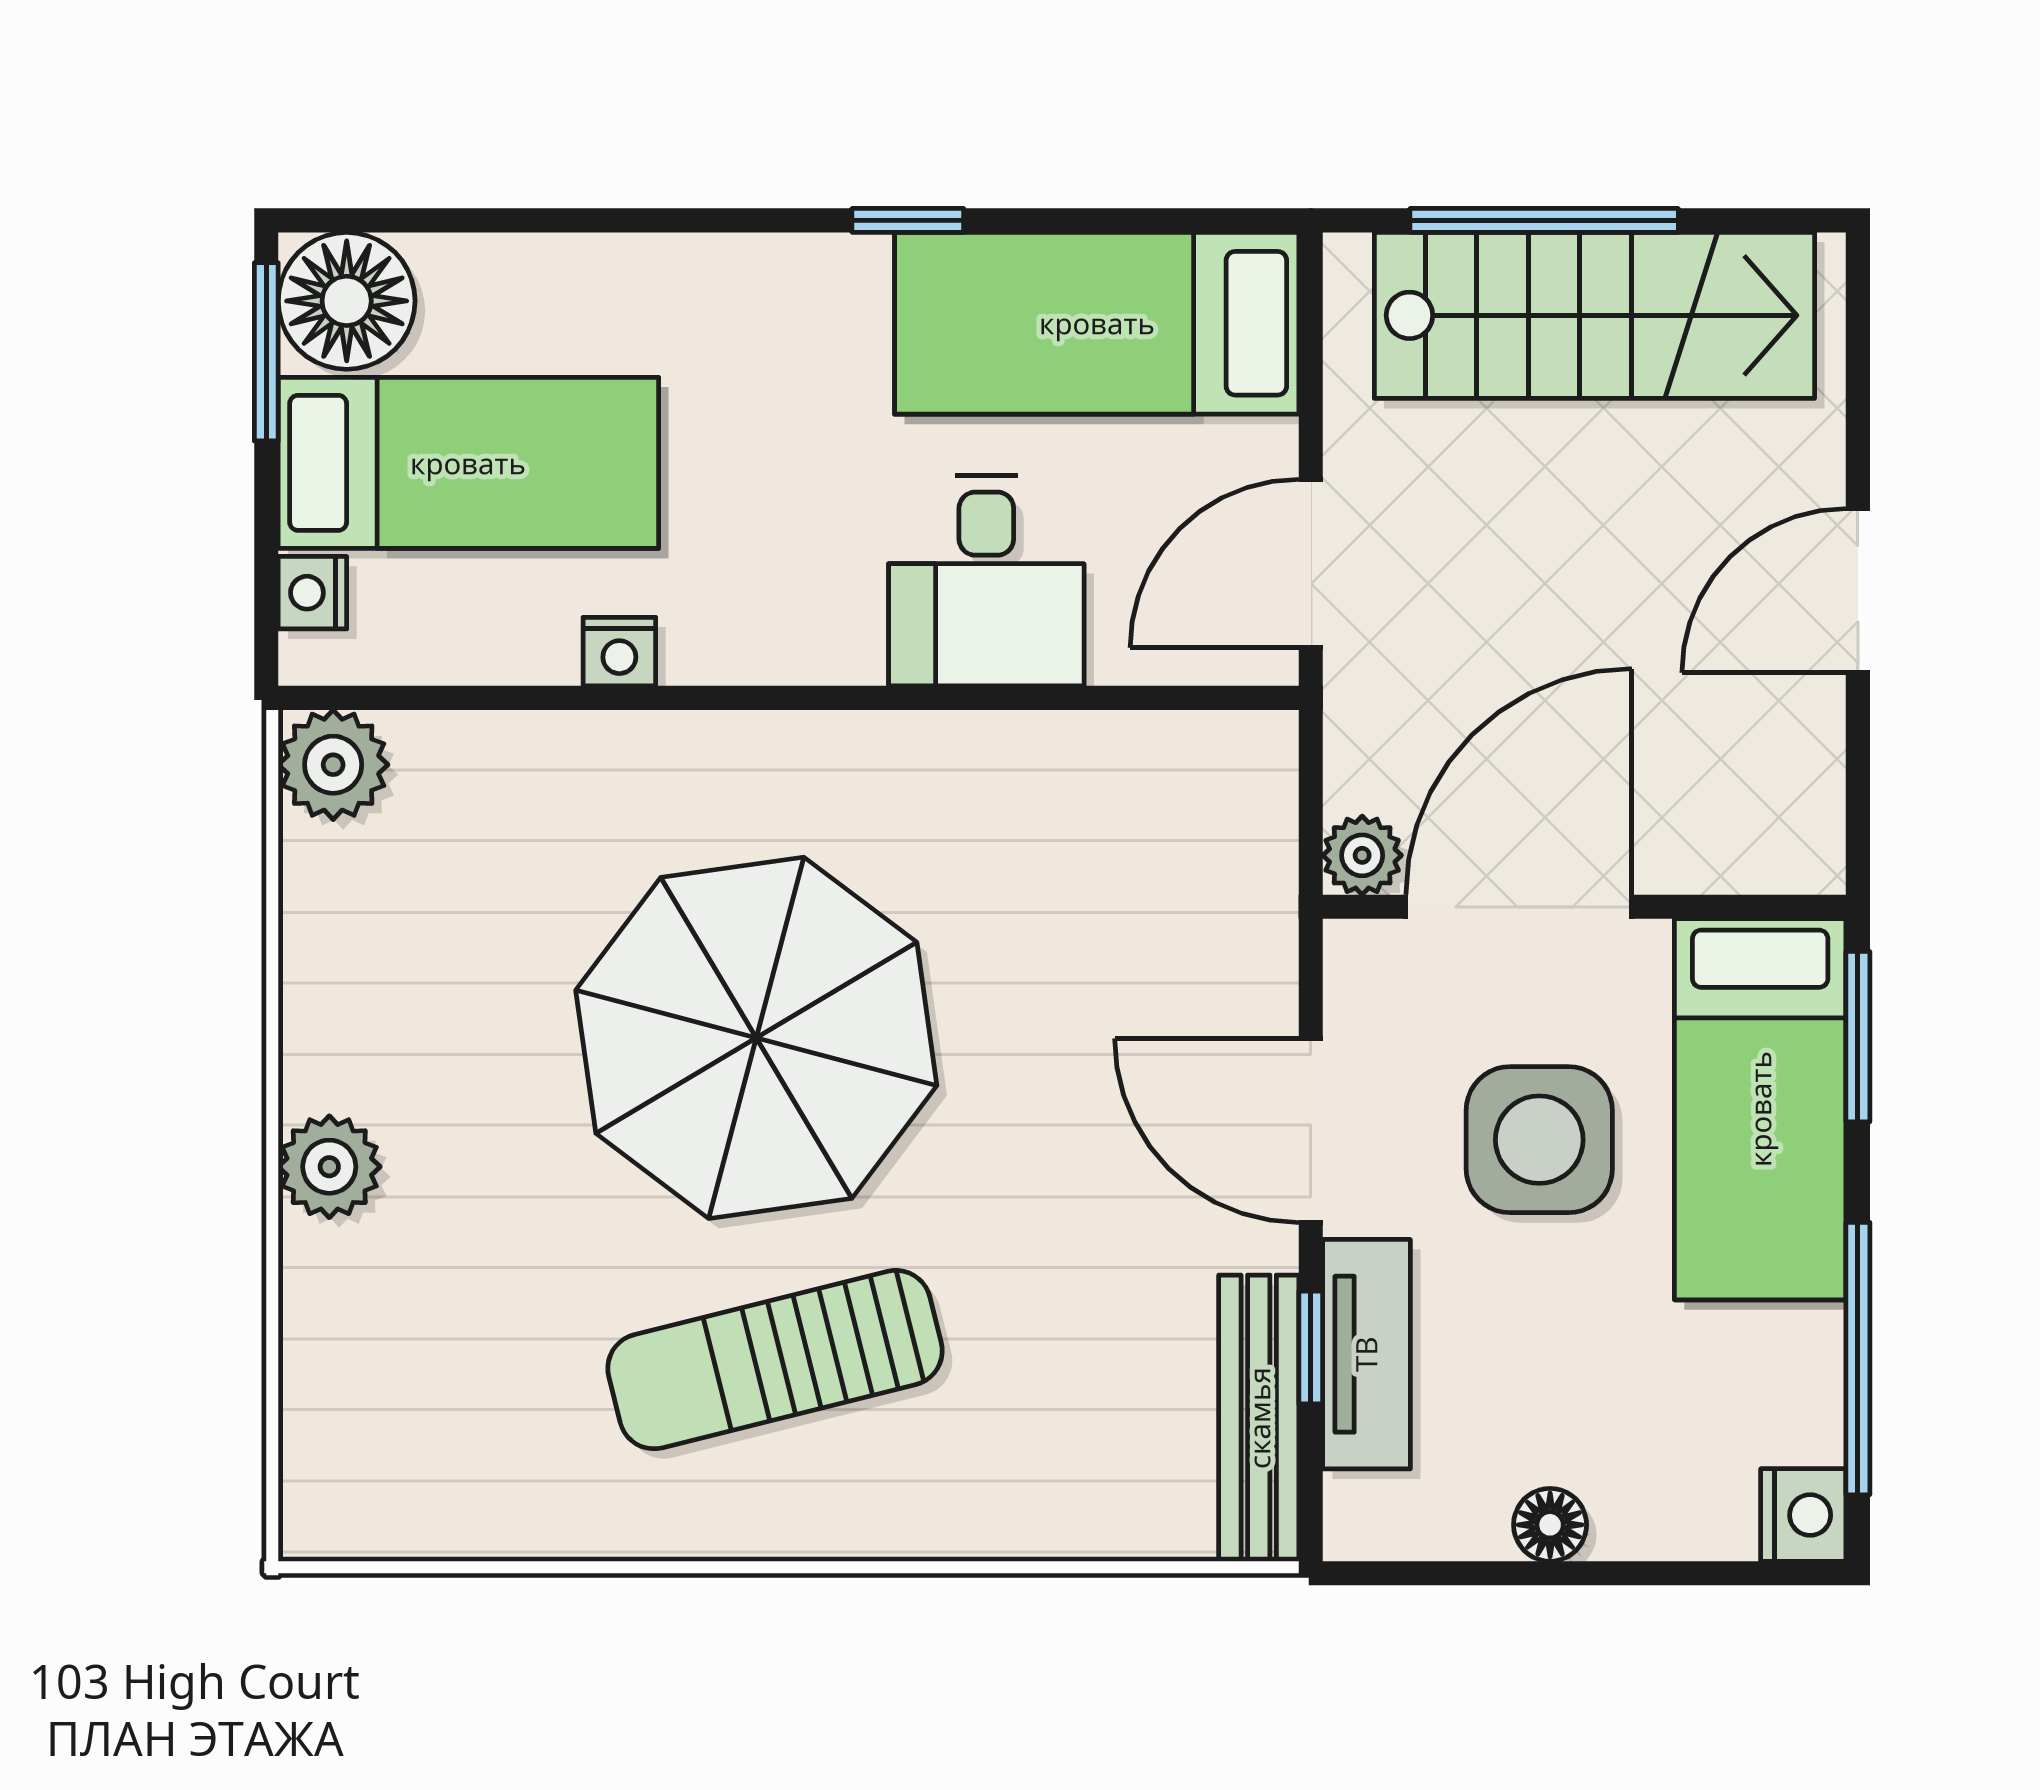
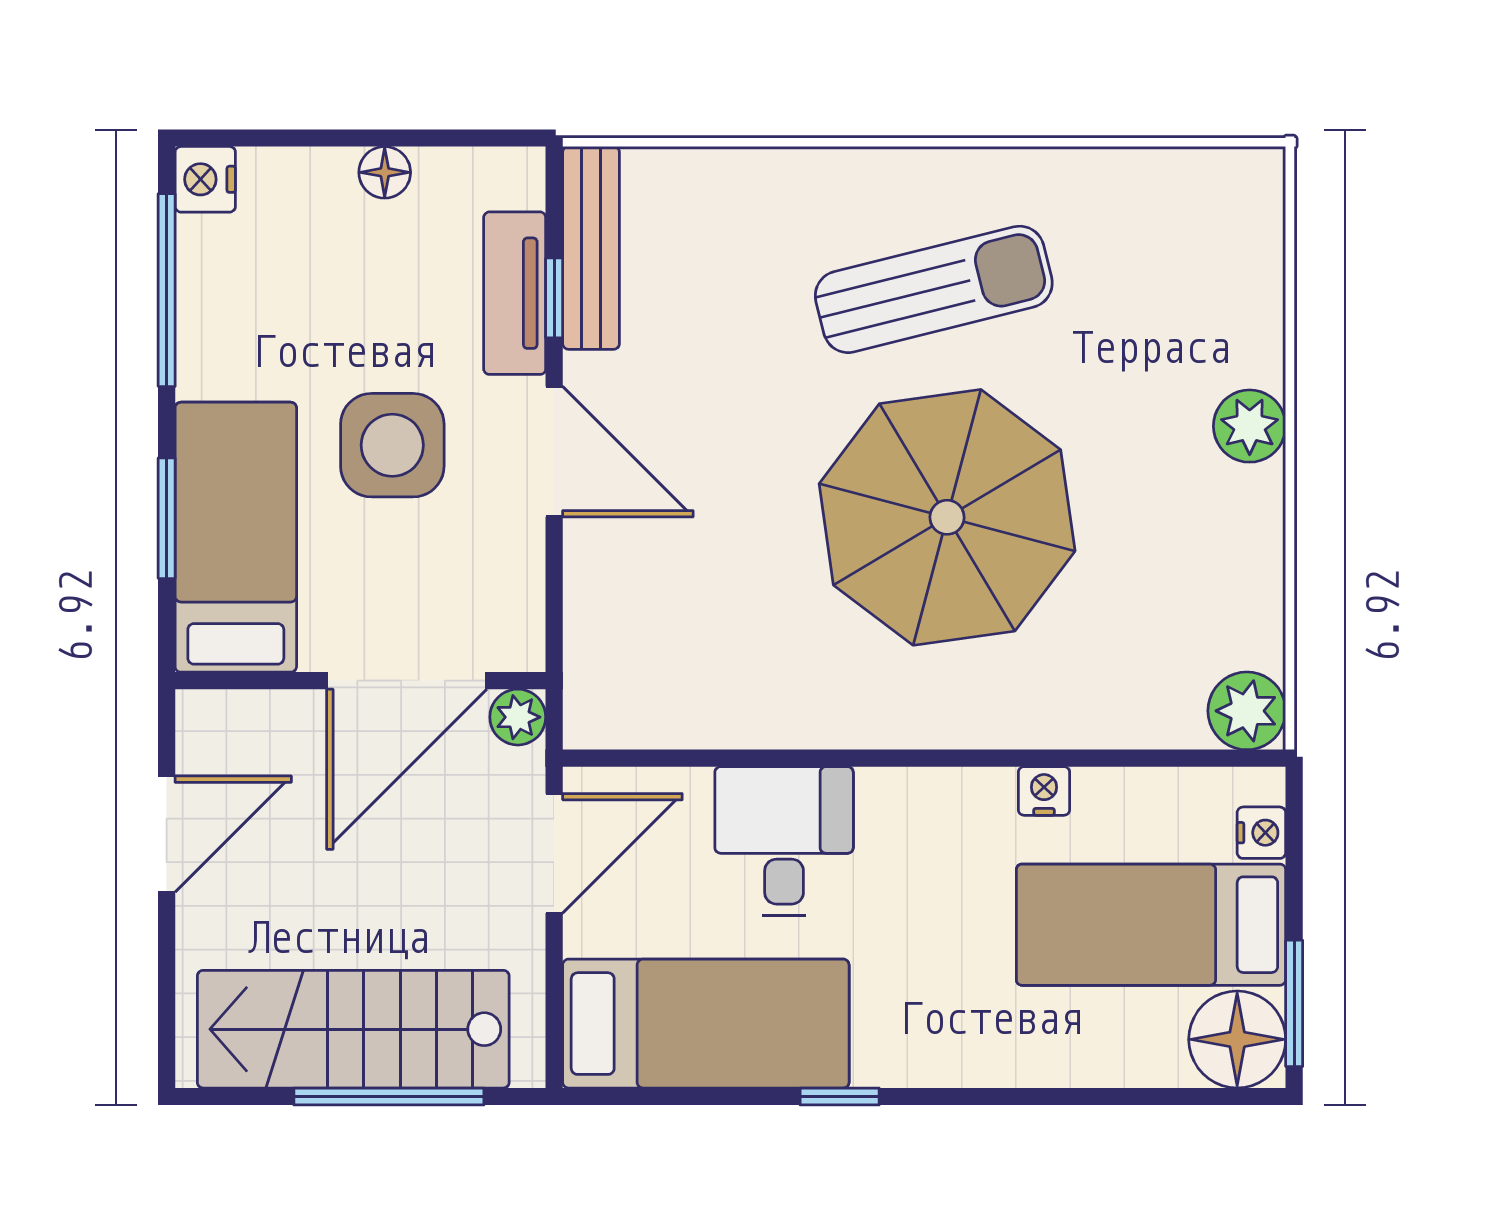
plant: (1362, 855) -> (518, 717), moved
door: (1519, 907) -> (407, 681), moved
wall: (1584, 907) -> (360, 681), moved
bed: (1760, 1109) -> (236, 537), moved

